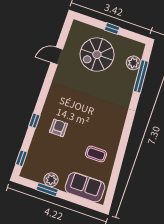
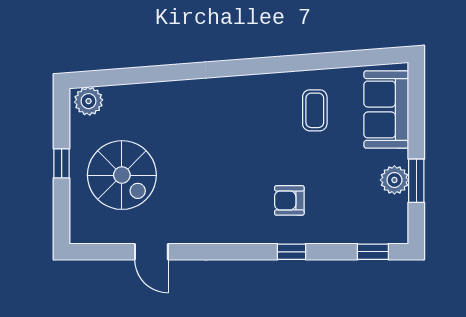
plant: (133, 63) -> (89, 101), moved
window: (141, 76) -> (135, 76), removed

